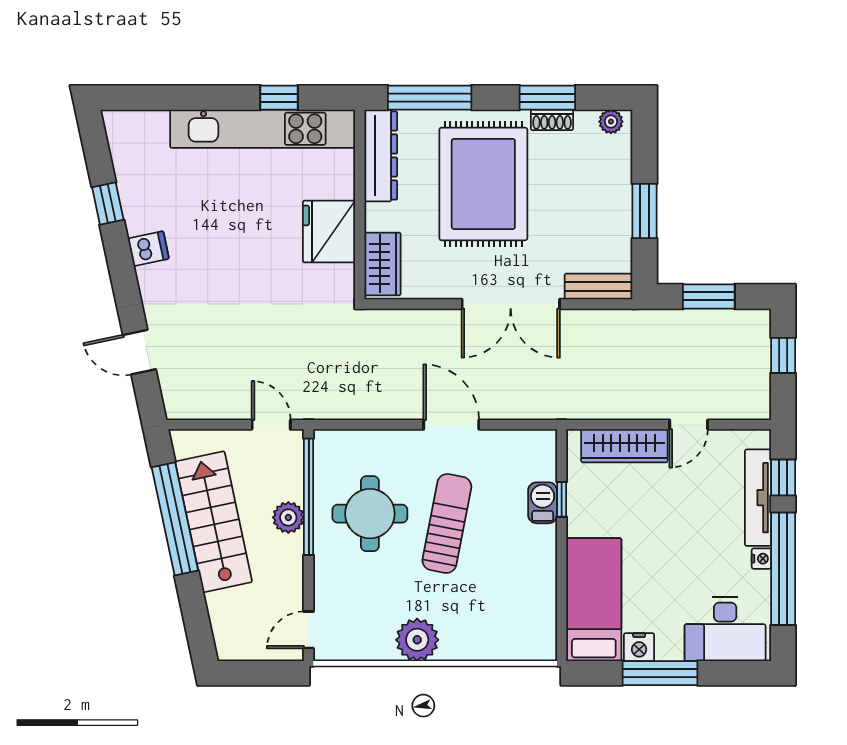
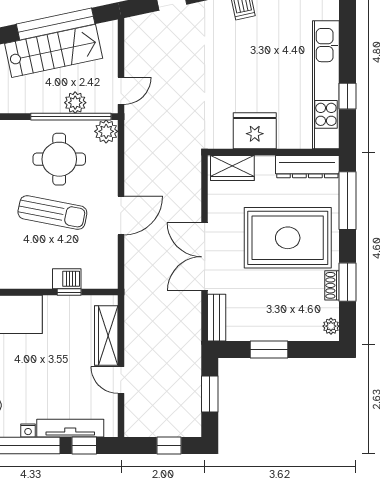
plant: (330, 446) -> (106, 131), added
plant: (288, 517) -> (75, 103), moved

